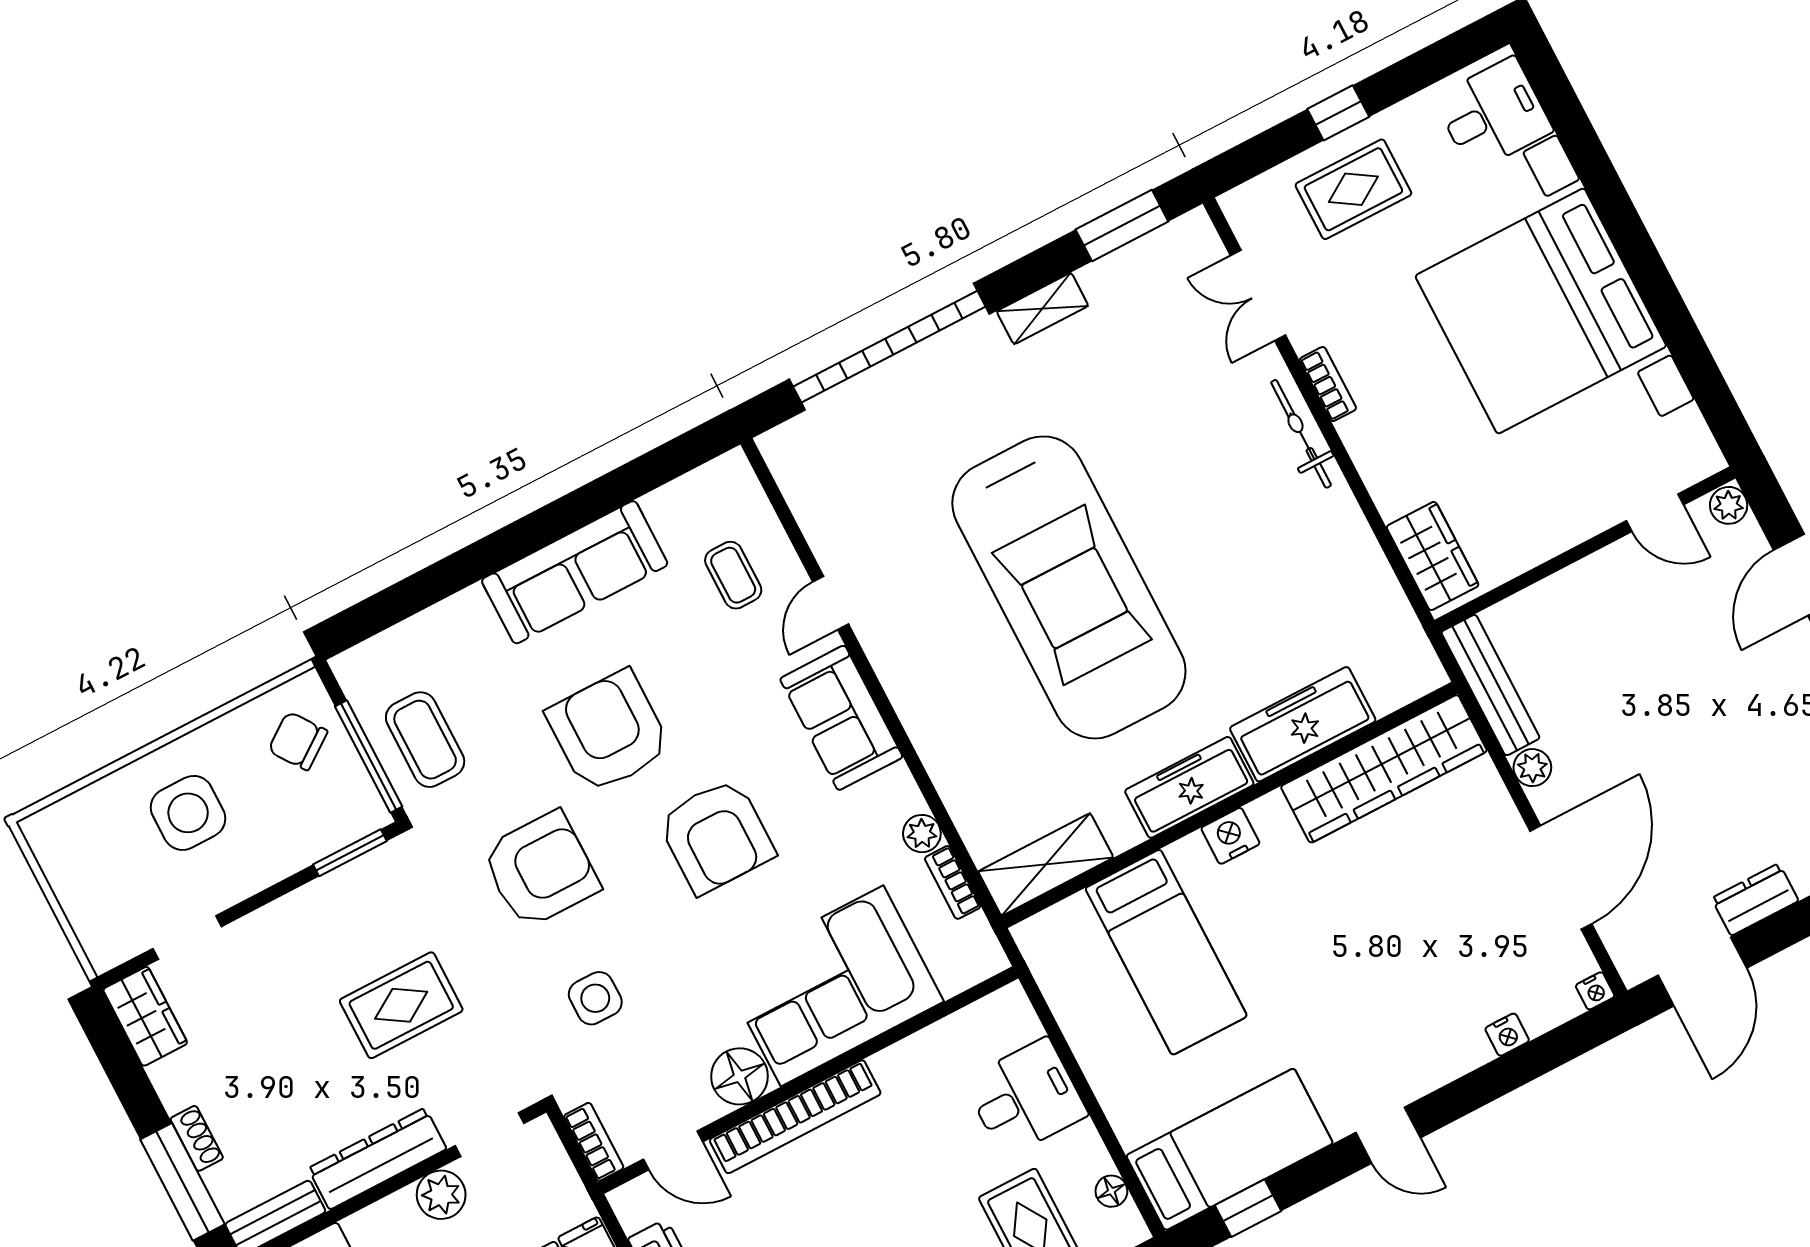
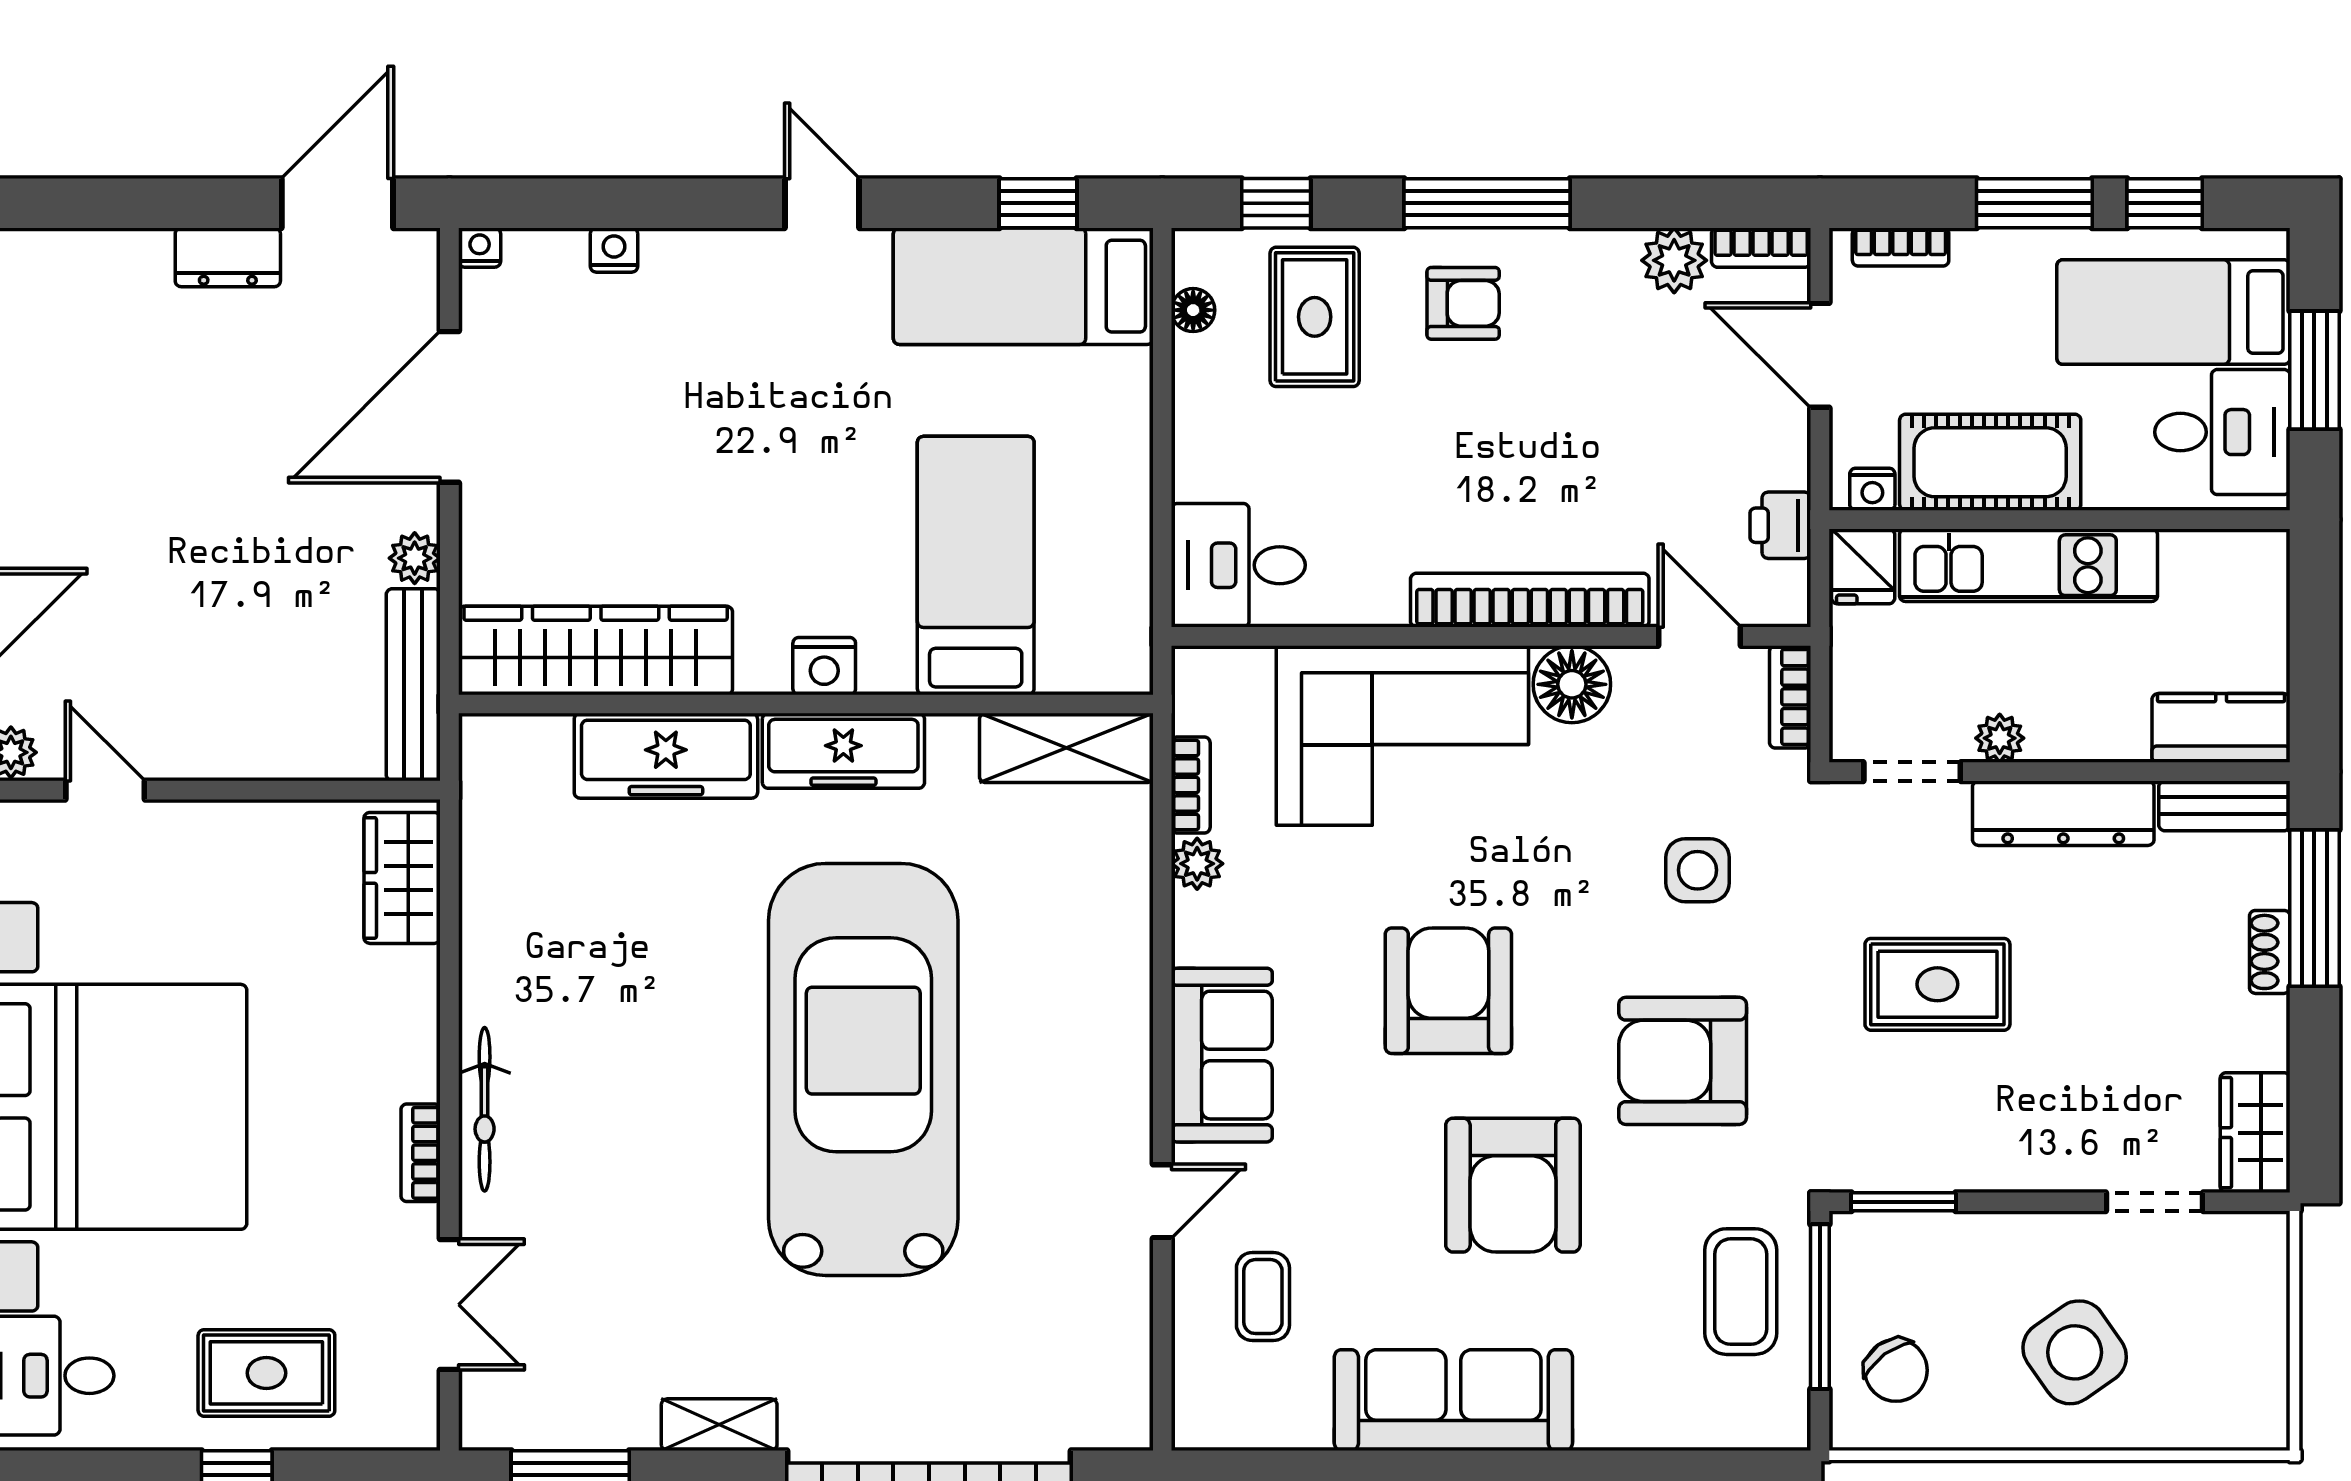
side table: (188, 813) -> (2075, 1352), turned -35
desk: (1025, 1098) -> (1238, 565), moved
plant: (441, 1195) -> (2000, 738), width x0.73, depth x0.73

